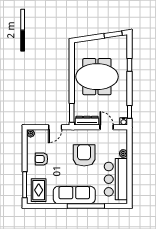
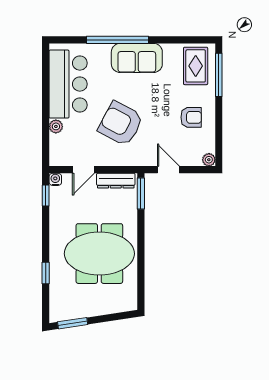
door: (55, 127) -> (168, 170), hinge flipped
door: (107, 127) -> (83, 170), hinge flipped
armchair: (84, 155) -> (121, 124), turned 118
sofa: (74, 195) -> (137, 58), width x0.73

